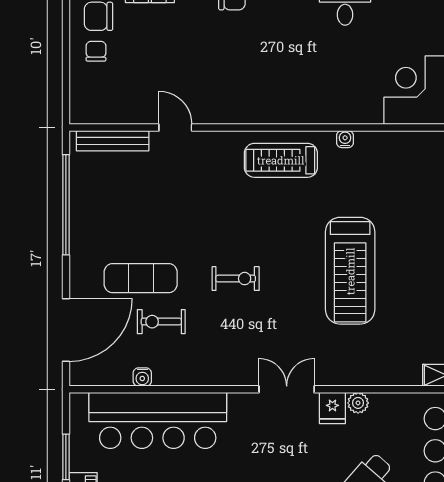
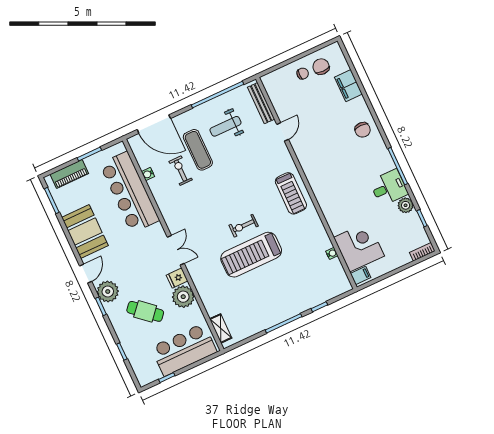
water cooler: (345, 139) -> (332, 253), moved
treadmill: (281, 160) -> (291, 193), turned 180
weight bench: (123, 216) -> (225, 126), added
exercise bike: (236, 279) -> (244, 226), moved, turned 90
plant: (358, 403) -> (183, 297), width x1.88, depth x1.88

